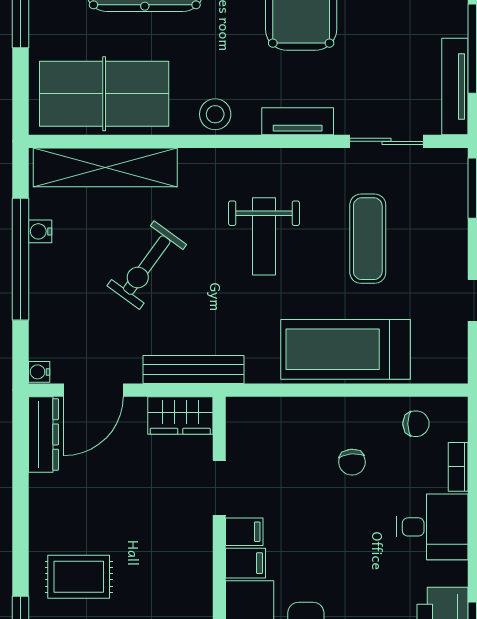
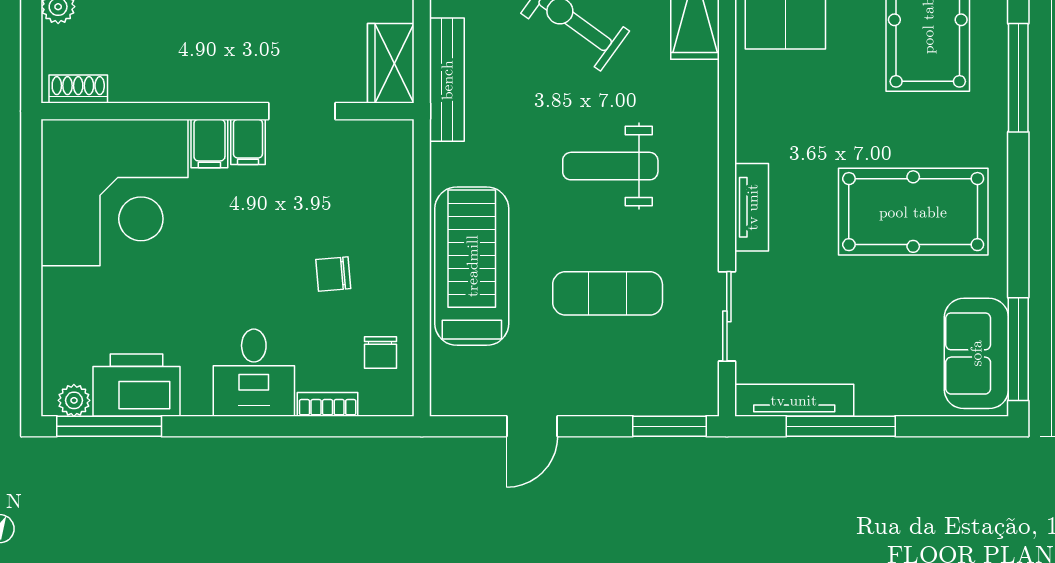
stool: (215, 114) -> (760, 106), removed

